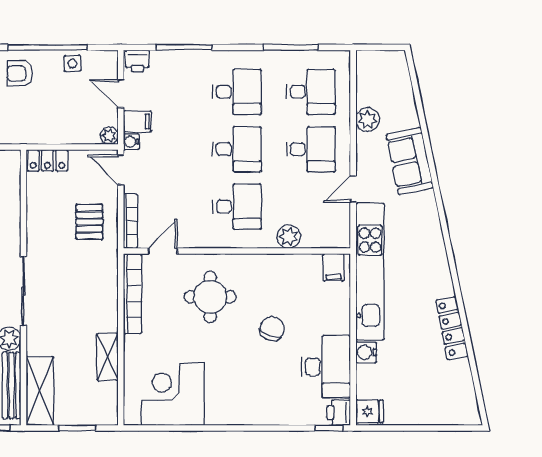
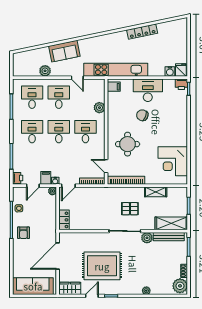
pallet: (89, 222) -> (130, 209), moved
water cooler: (366, 352) -> (170, 71), moved
desk: (326, 367) -> (148, 90), moved

